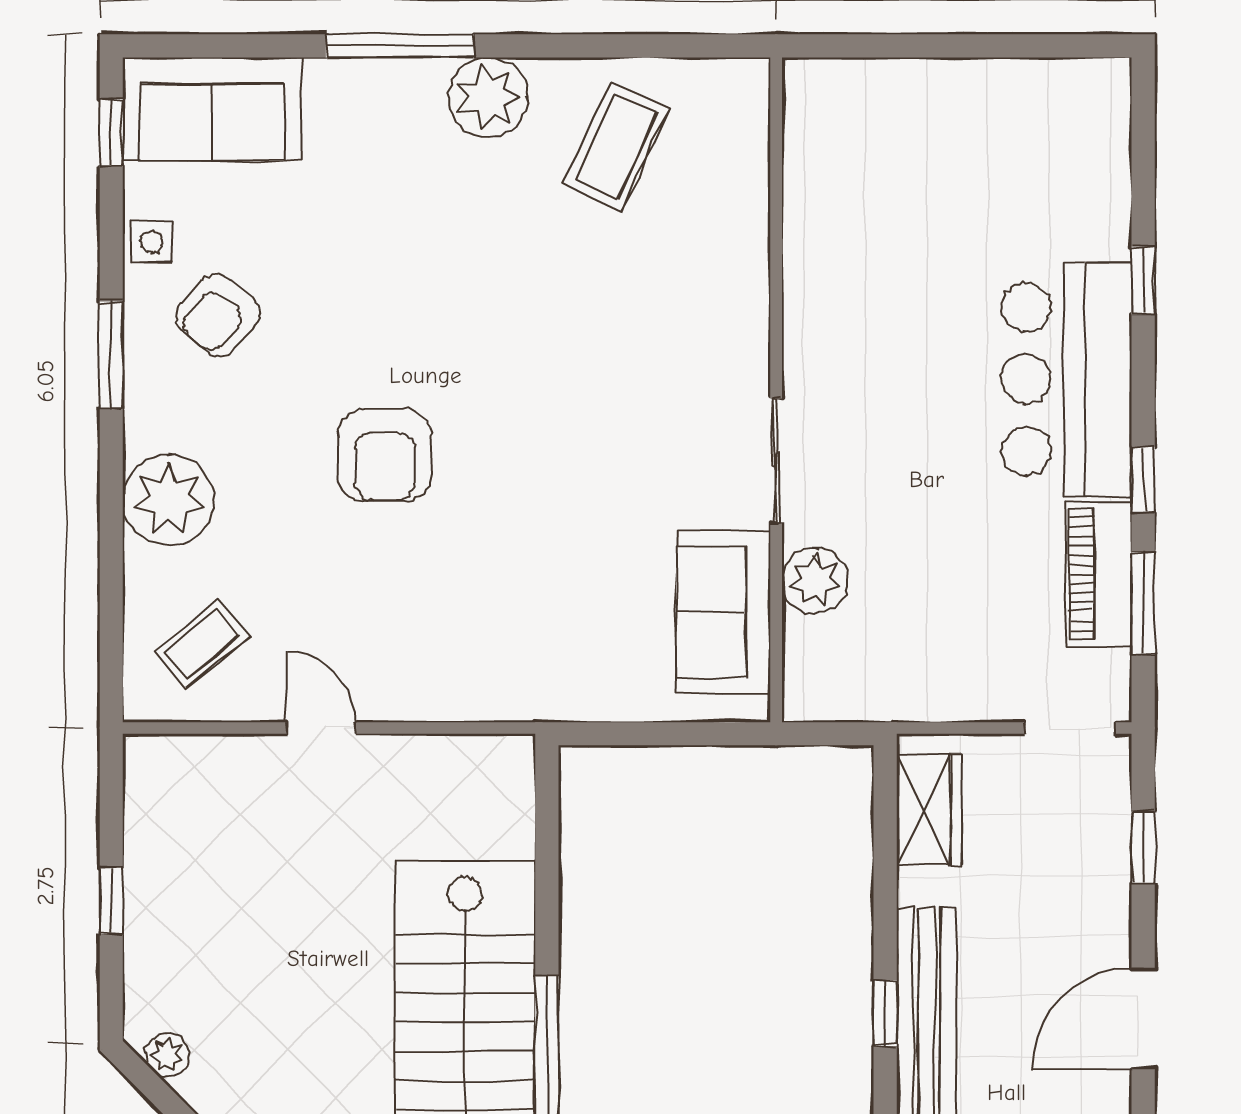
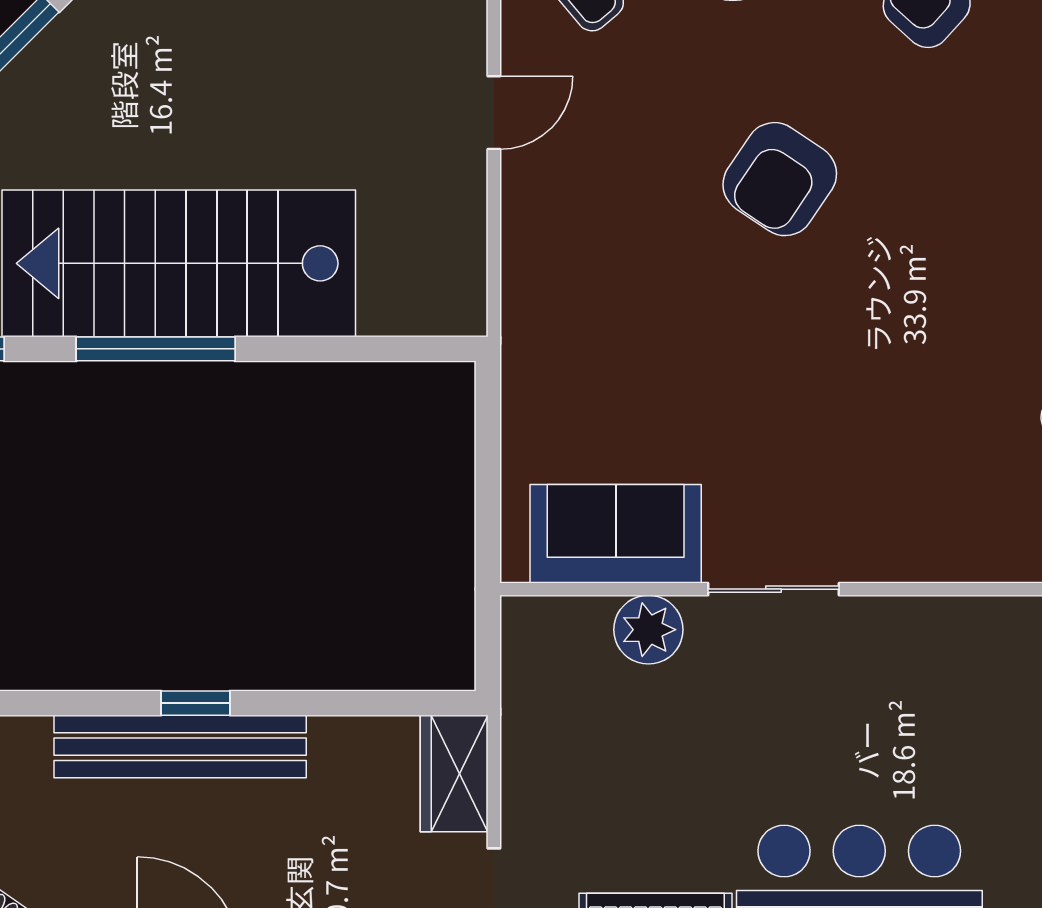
armchair: (385, 455) -> (780, 179), turned -56
wardrobe: (929, 810) -> (454, 774), moved, turned 90

